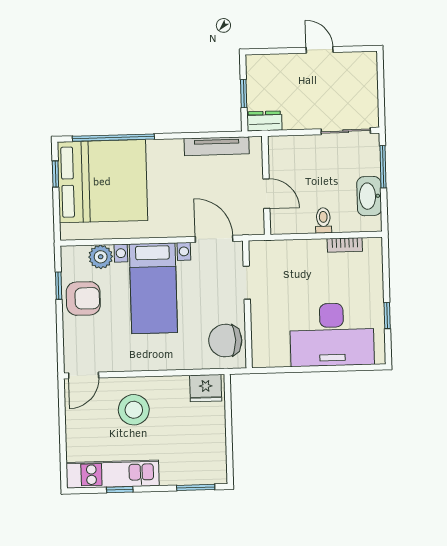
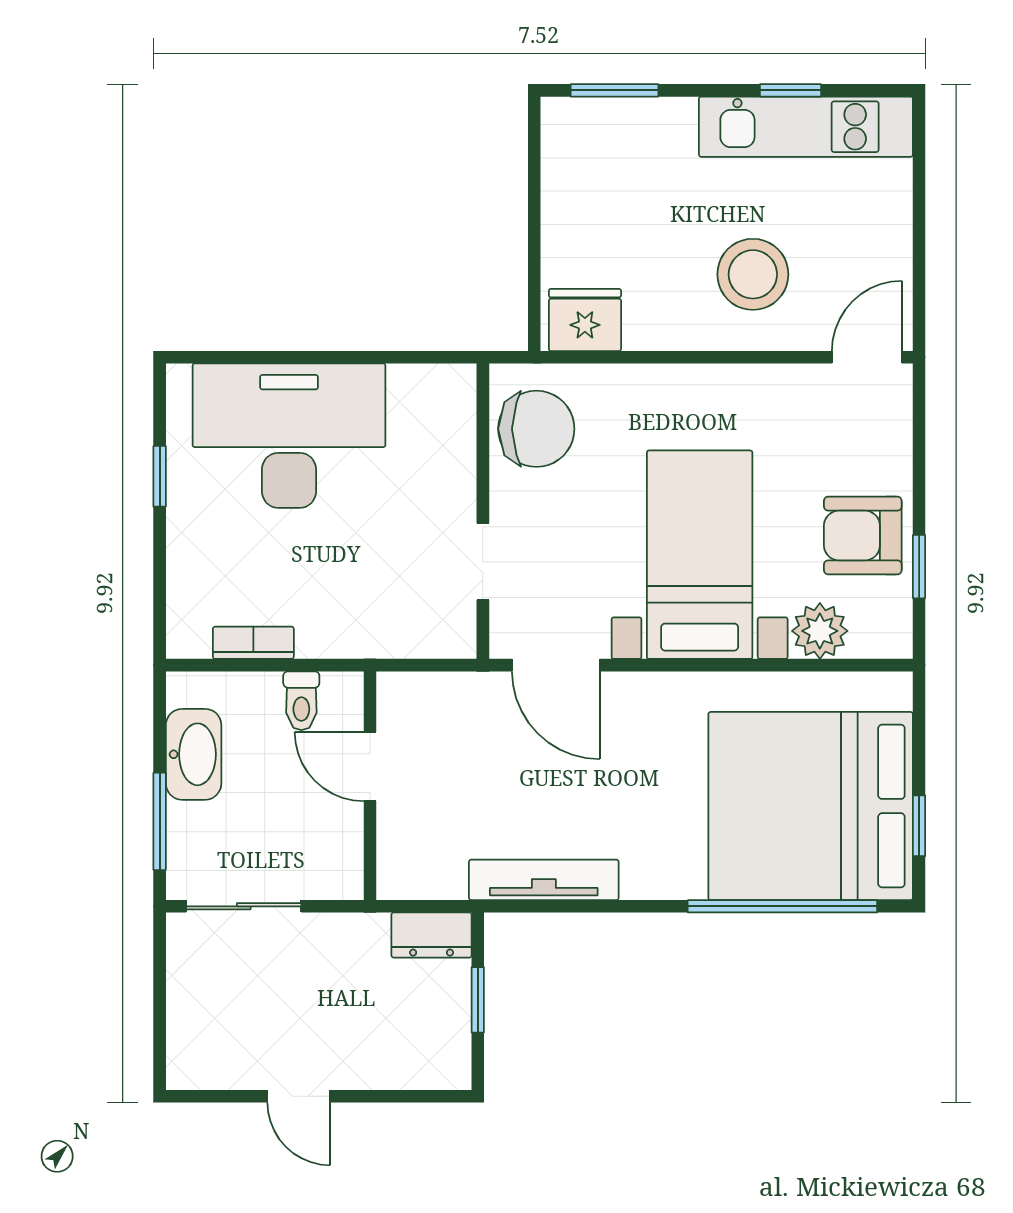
wall: (266, 185) -> (370, 786), moved
door: (266, 194) -> (370, 767), moved

